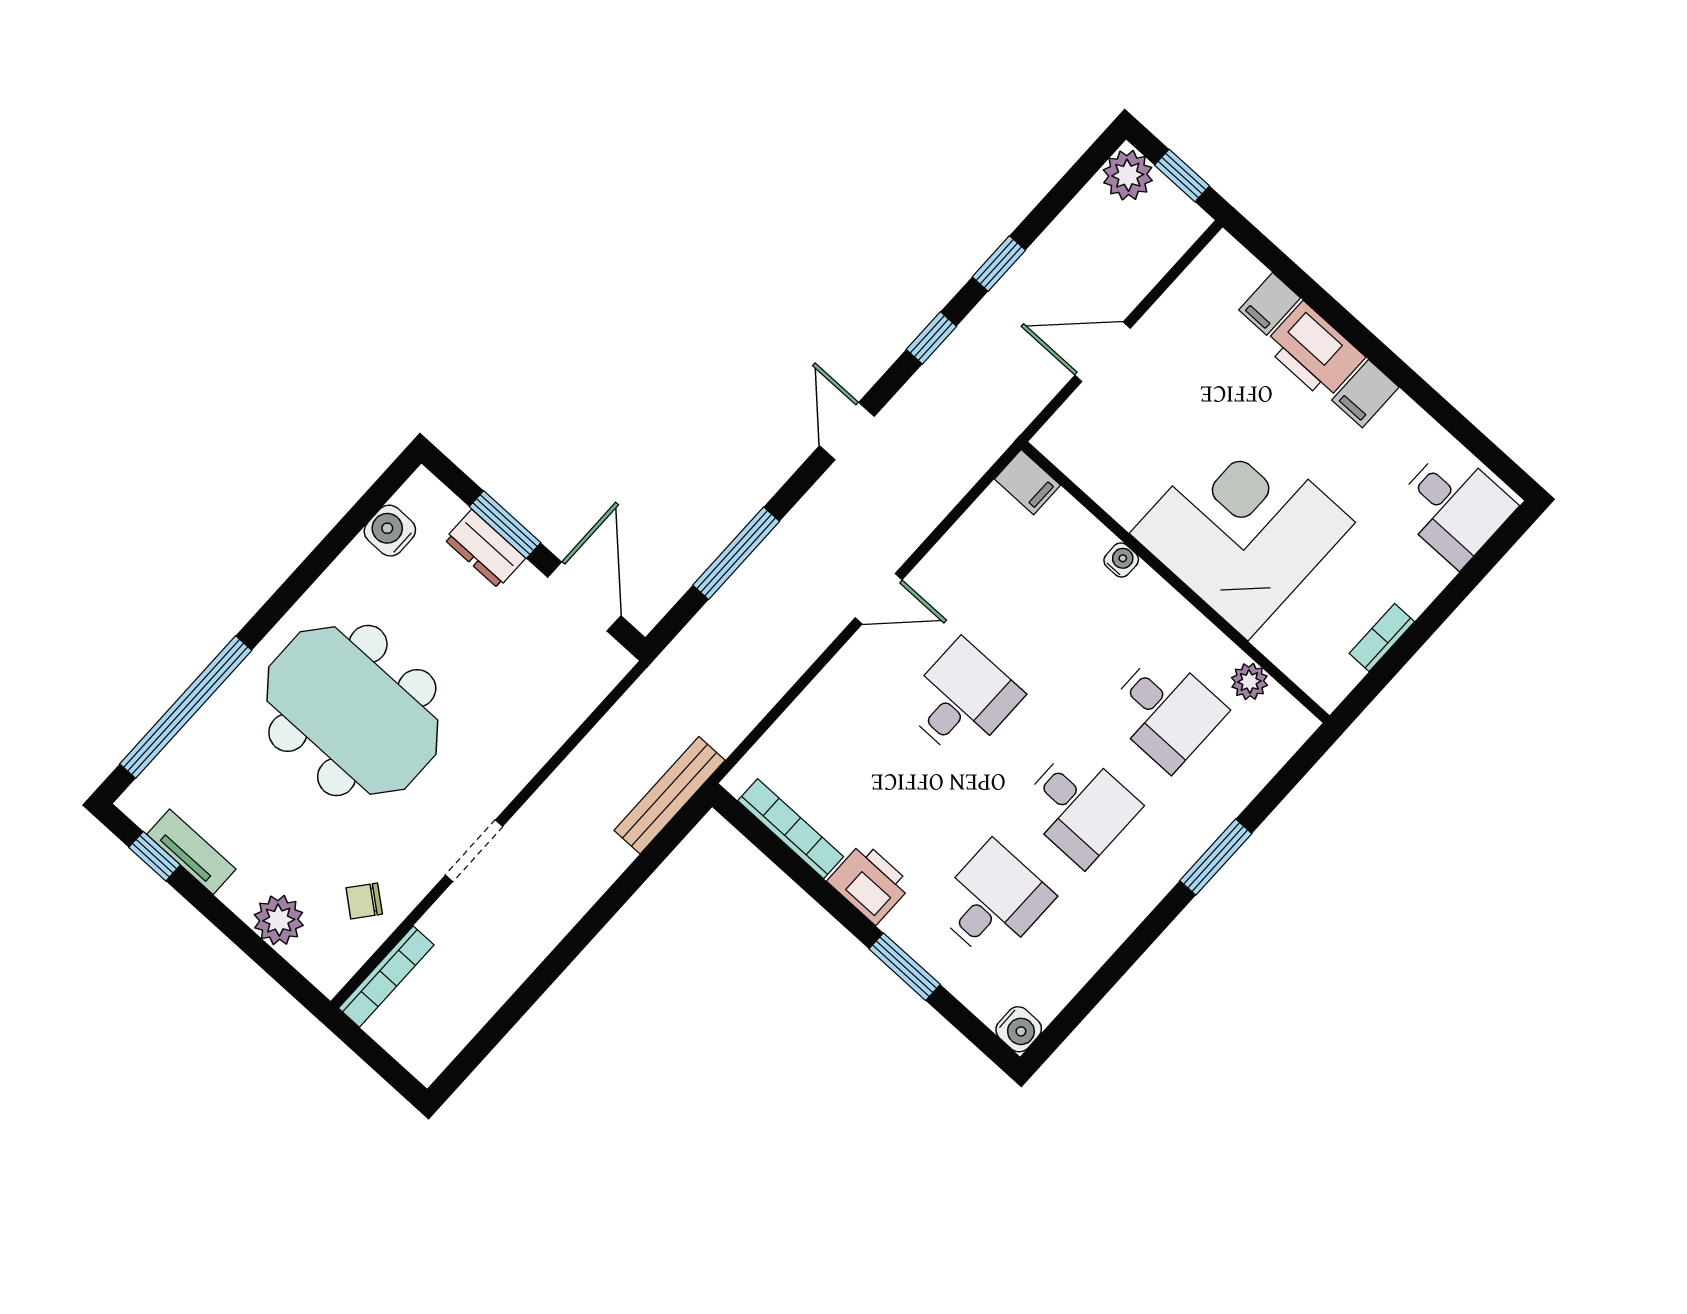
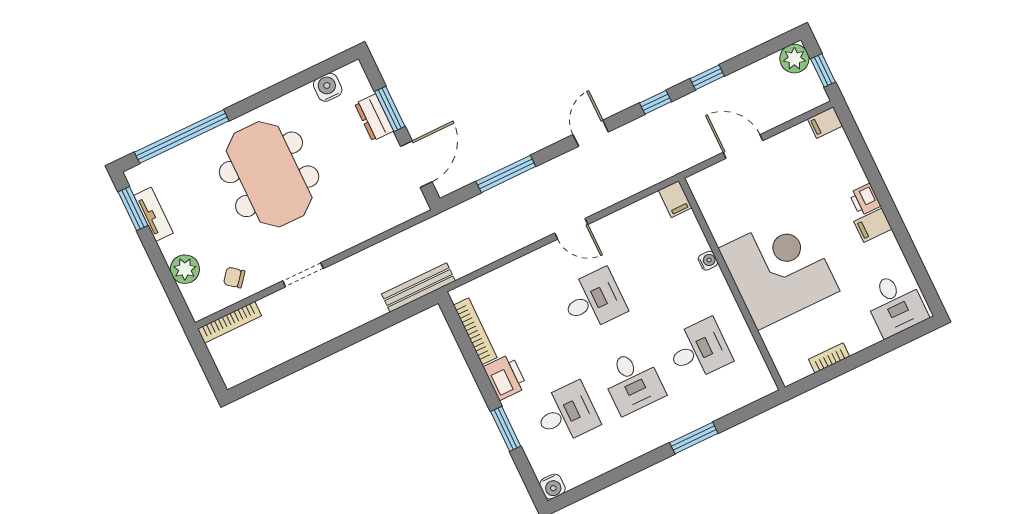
filing cabinet: (1270, 304) -> (825, 123), moved
printer: (1314, 351) -> (865, 200), width x0.53, depth x0.68
plant: (1249, 682) -> (749, 352), removed
desk: (1166, 711) -> (699, 350), turned -90
window: (155, 856) -> (133, 209), width x1.50

